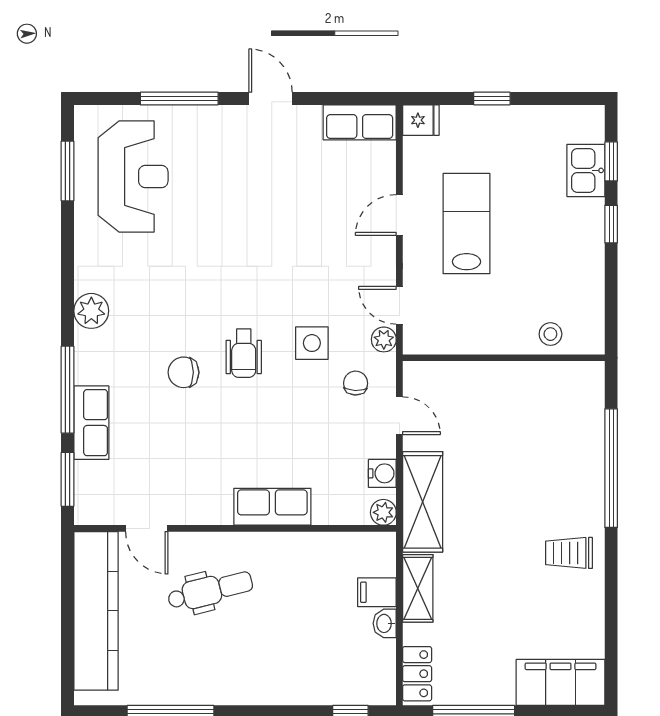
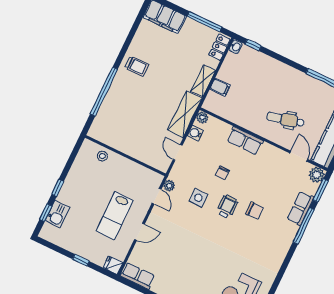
plant: (91, 311) -> (317, 175), moved
chair: (356, 383) -> (222, 173), moved
washbasin: (385, 623) -> (236, 47), moved

